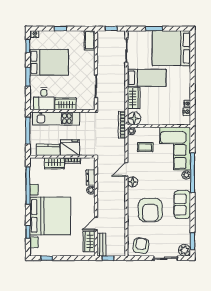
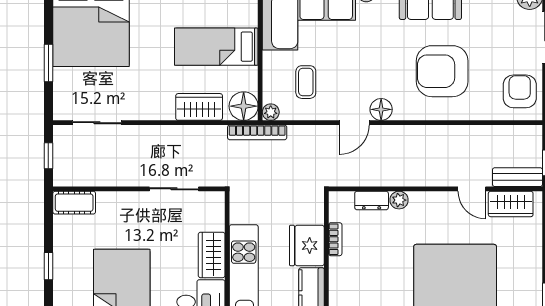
bed: (147, 78) -> (216, 47), moved, turned -90
wardrobe: (54, 163) -> (341, 279), removed
door: (126, 169) -> (354, 123), hinge flipped
armchair: (150, 210) -> (442, 71), turned 180
armchair: (141, 246) -> (520, 91), turned 82

